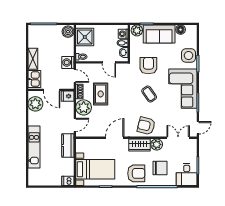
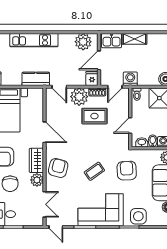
armchair: (148, 66) -> (127, 171), turned -93

